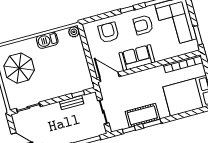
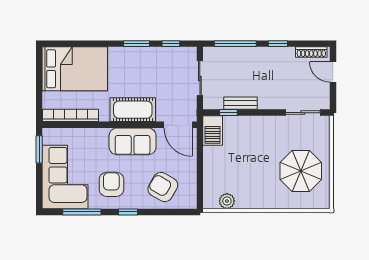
armchair: (143, 25) -> (111, 184), turned -90
plant: (74, 32) -> (227, 201), moved
armchair: (108, 32) -> (163, 187), turned 120
barbecue: (47, 40) -> (213, 130), moved, turned 90
cot: (142, 115) -> (133, 110), moved

